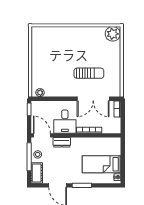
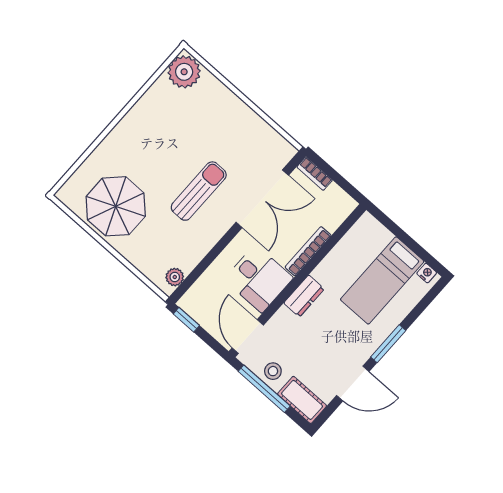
parasol: (46, 51) -> (116, 206), added
sun lounger: (89, 73) -> (199, 191), moved
door: (42, 135) -> (248, 336), hinge flipped
dresser: (62, 142) -> (304, 296), moved

